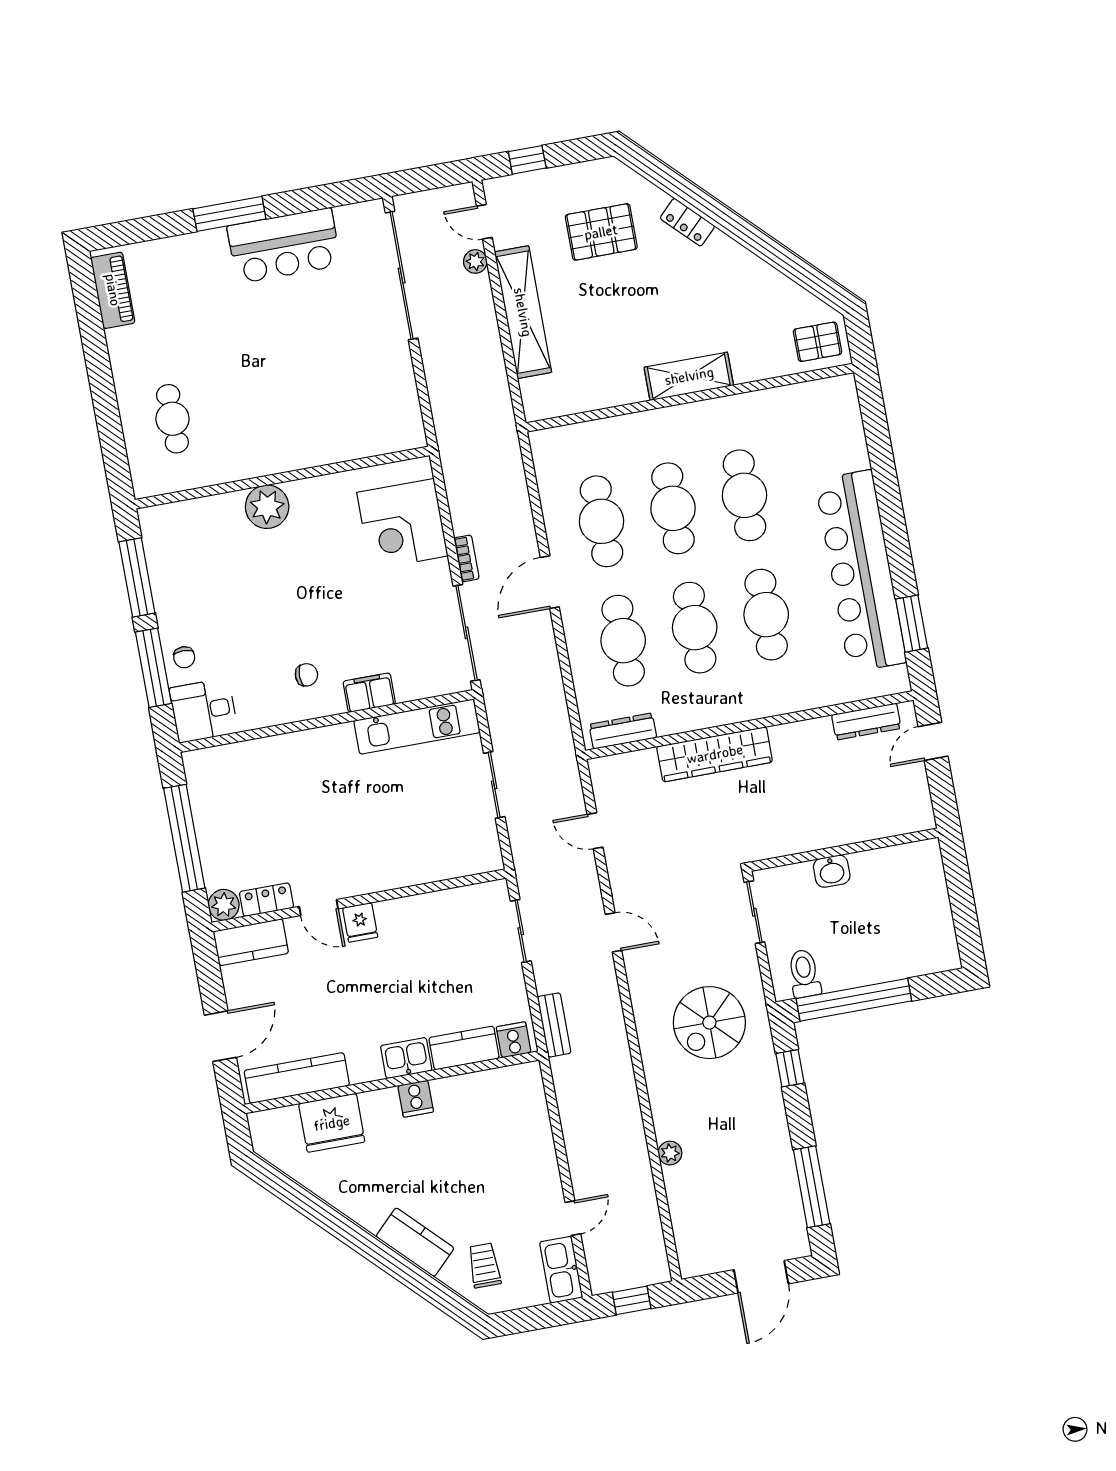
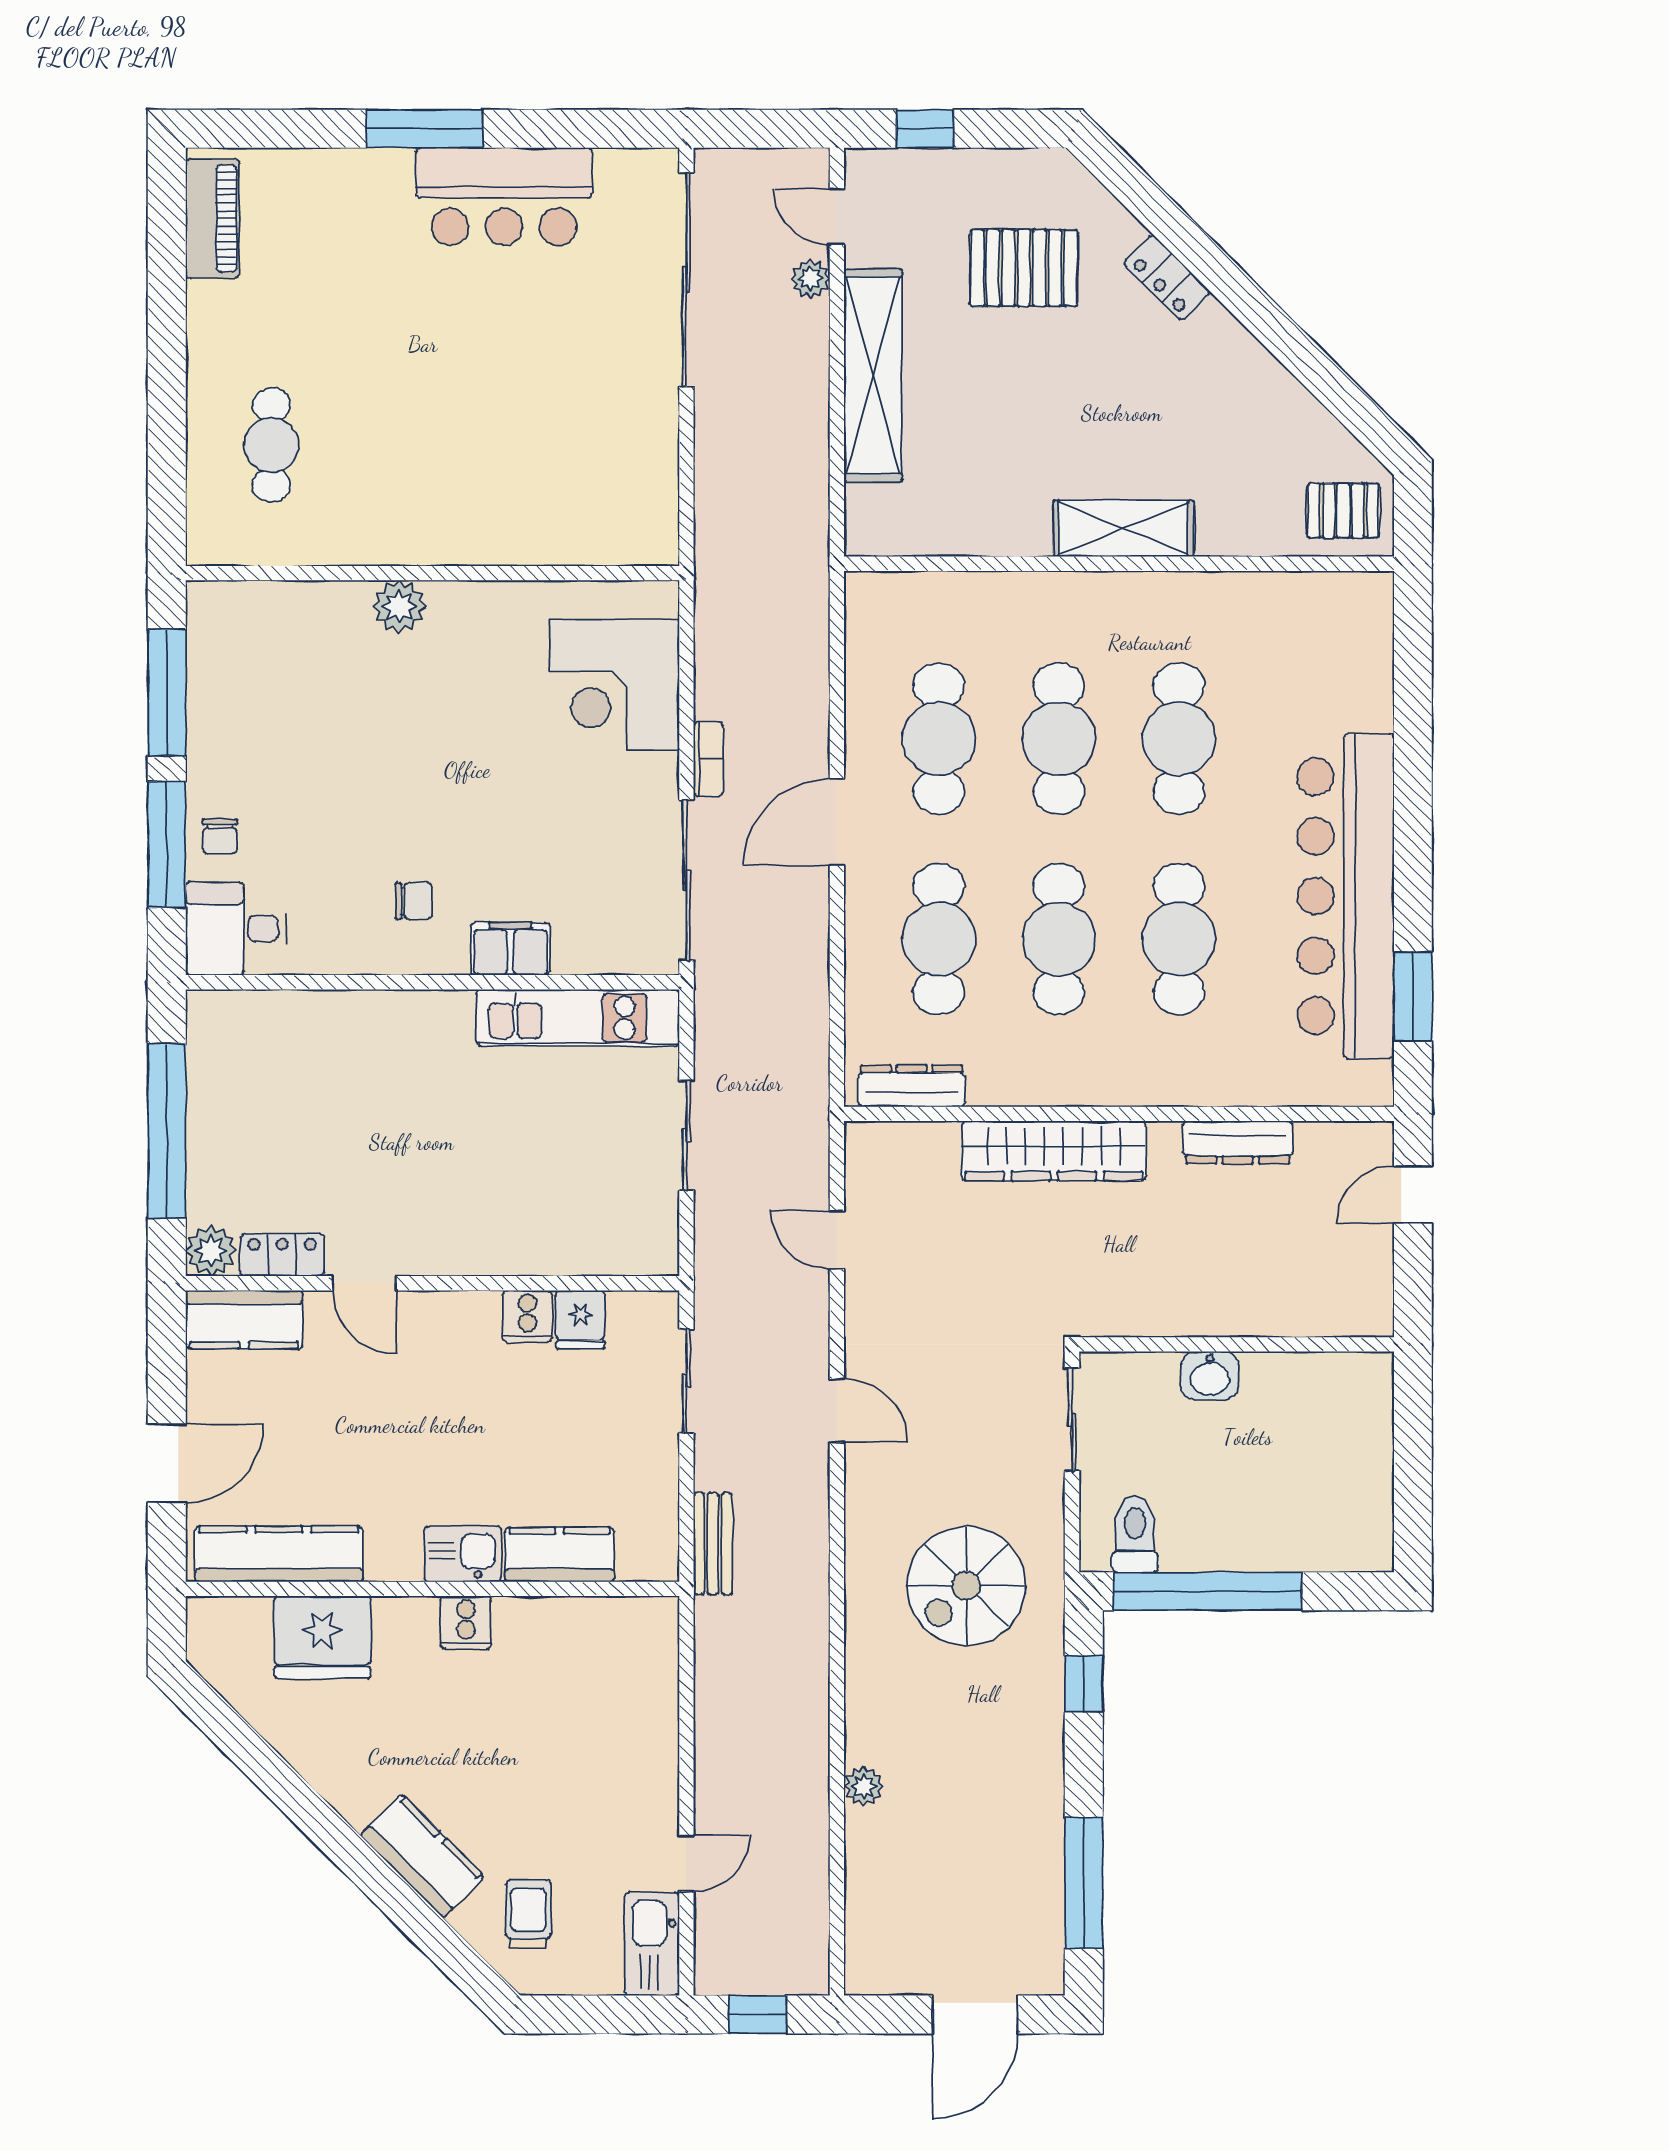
plant: (267, 507) -> (399, 606), width x0.73, depth x0.73
dresser: (866, 721) -> (1238, 1142), moved
fridge: (360, 922) -> (580, 1320), moved
cooker: (514, 1040) -> (527, 1316), moved, turned 180

